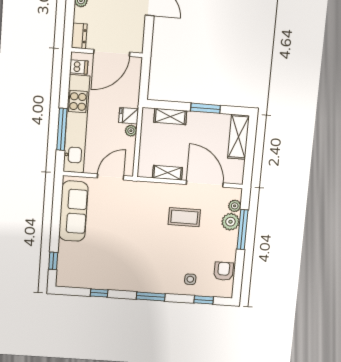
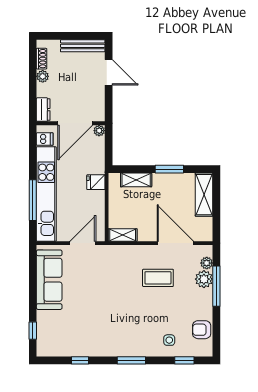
plant: (131, 131) -> (99, 131), moved
shelving: (167, 173) -> (123, 235), moved
armchair: (224, 271) -> (202, 330), turned -90

